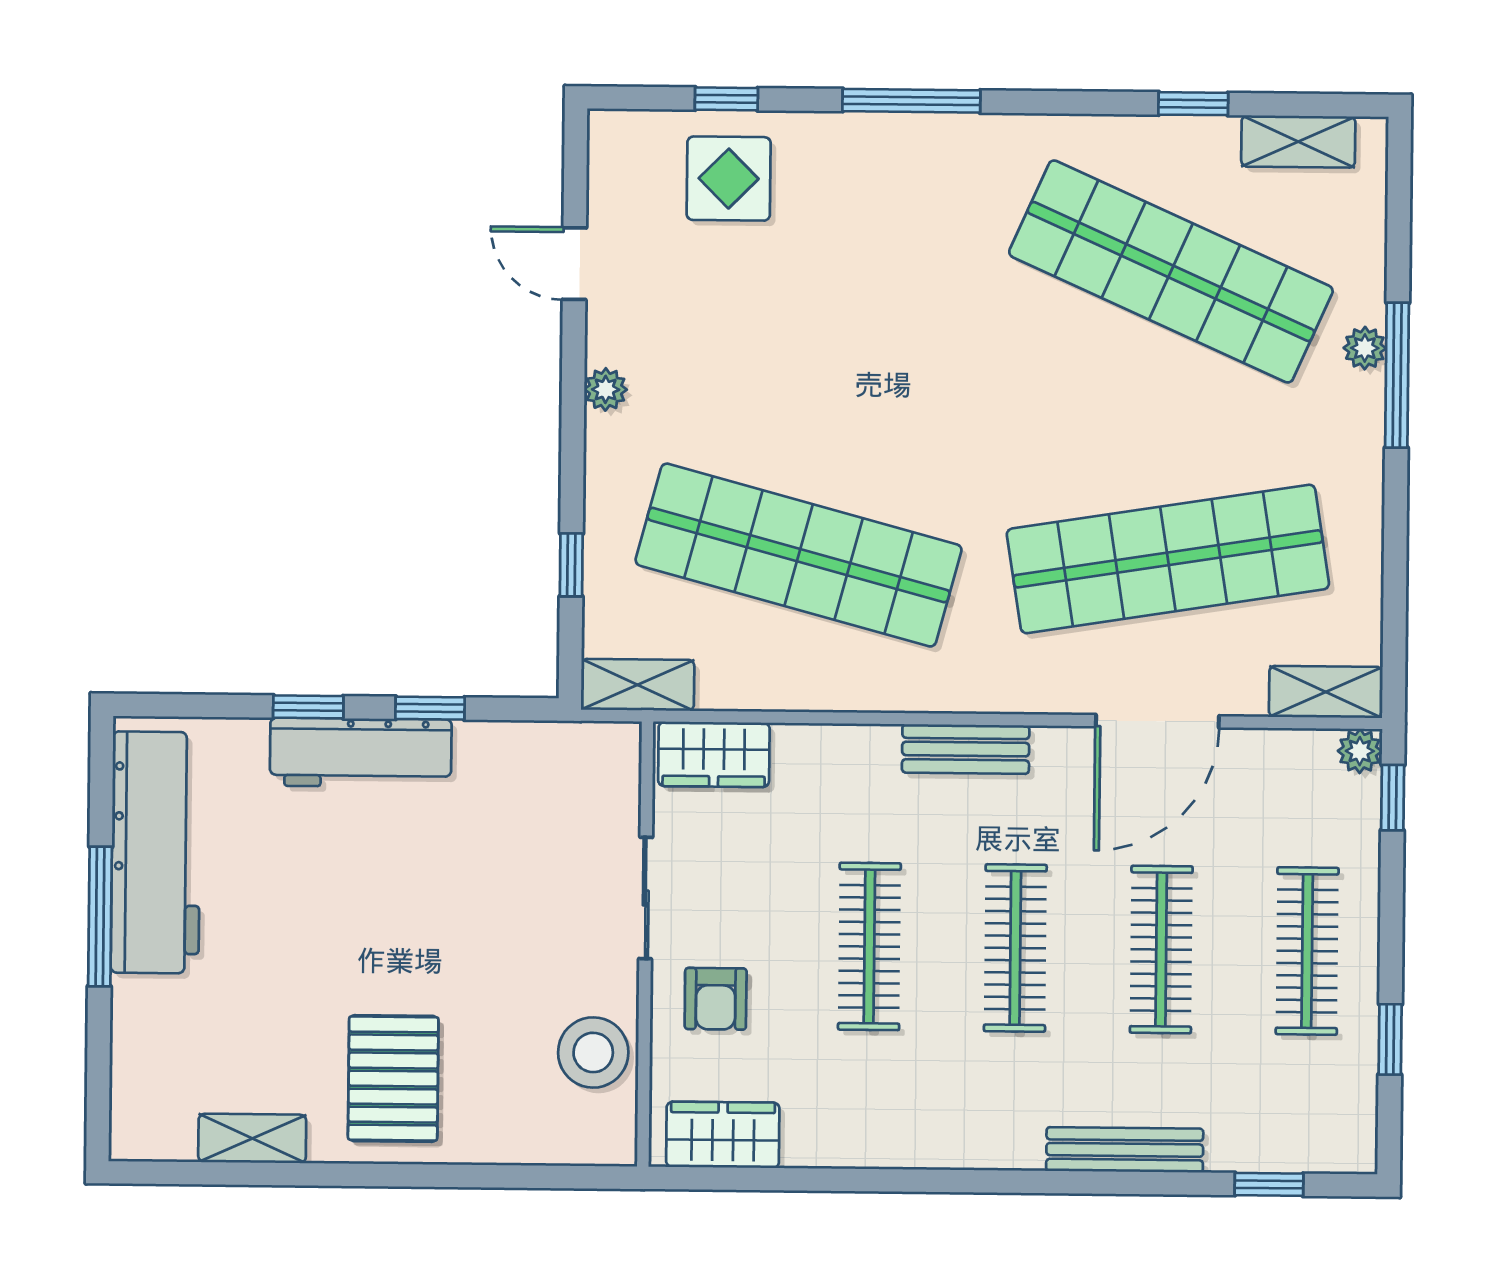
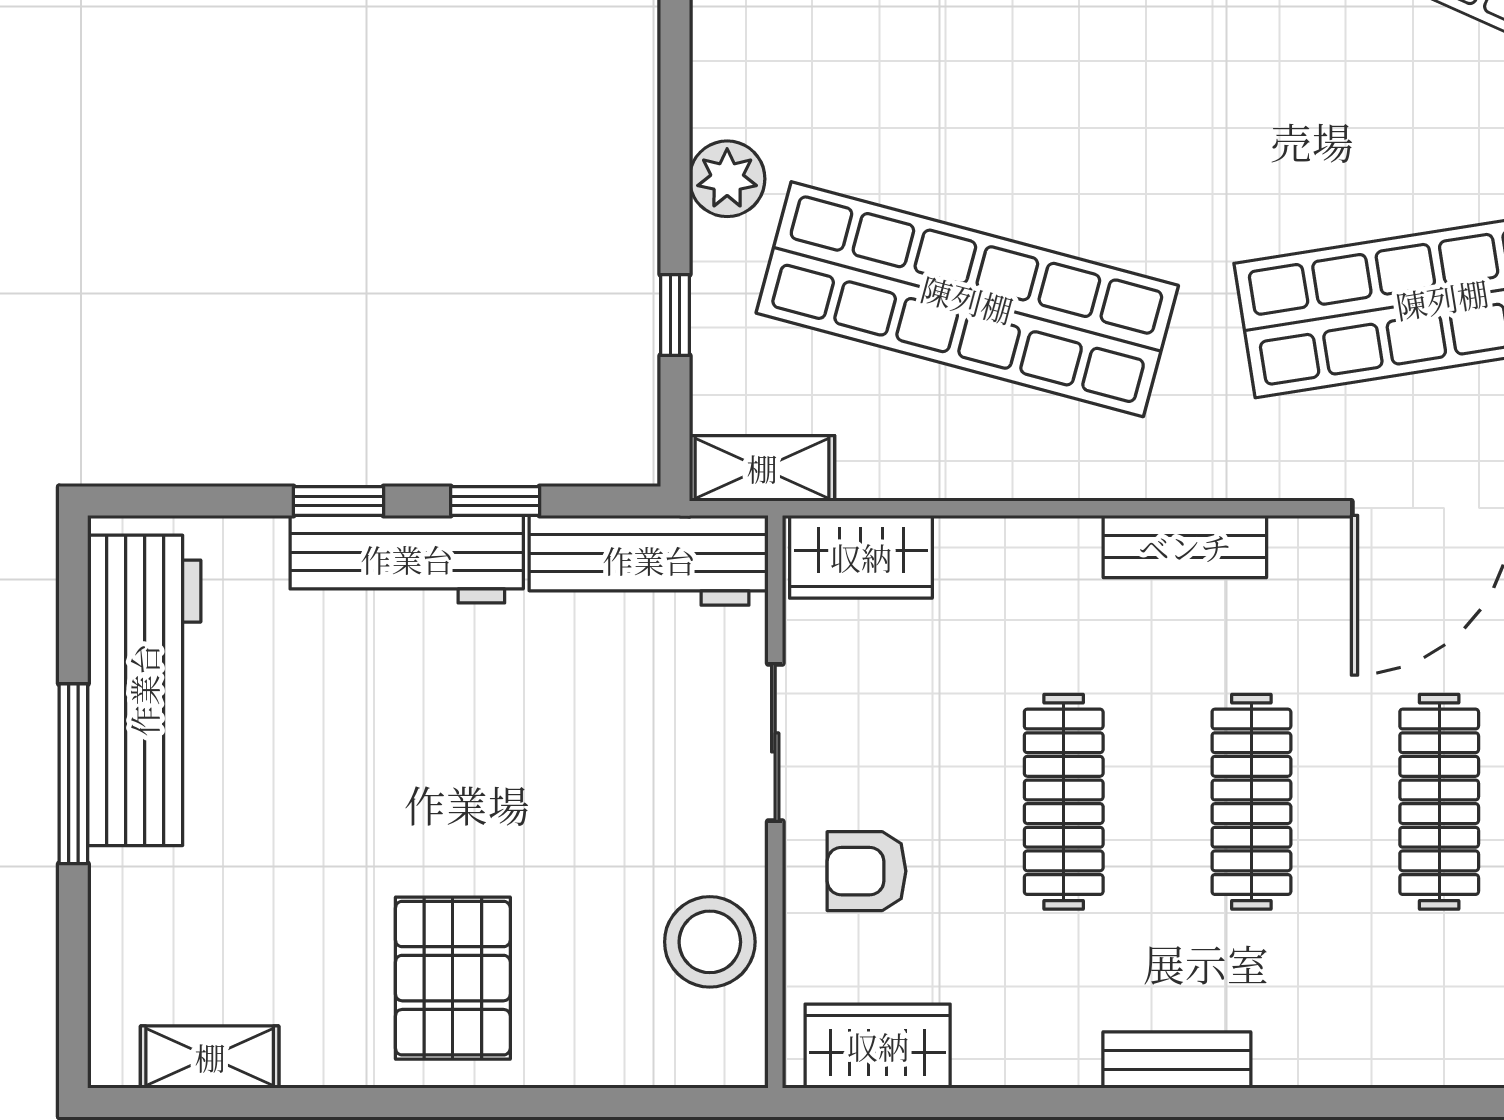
plant: (606, 389) -> (727, 179), moved, width x1.38, depth x1.38
workbench: (549, 755) -> (649, 560), added
armchair: (716, 999) -> (867, 871), turned 90
shelving: (252, 1138) -> (210, 1057), moved
bench: (1125, 1150) -> (1177, 1060), moved, width x0.73

